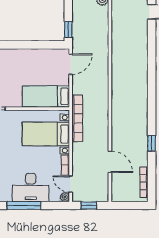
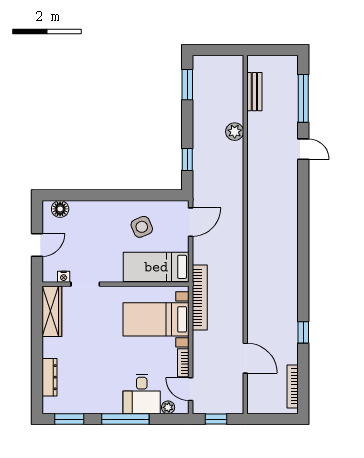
window: (68, 29) -> (187, 159), moved
side table: (36, 68) -> (142, 227), added
desk: (31, 188) -> (142, 394), width x0.73
plant: (65, 197) -> (168, 407), moved

